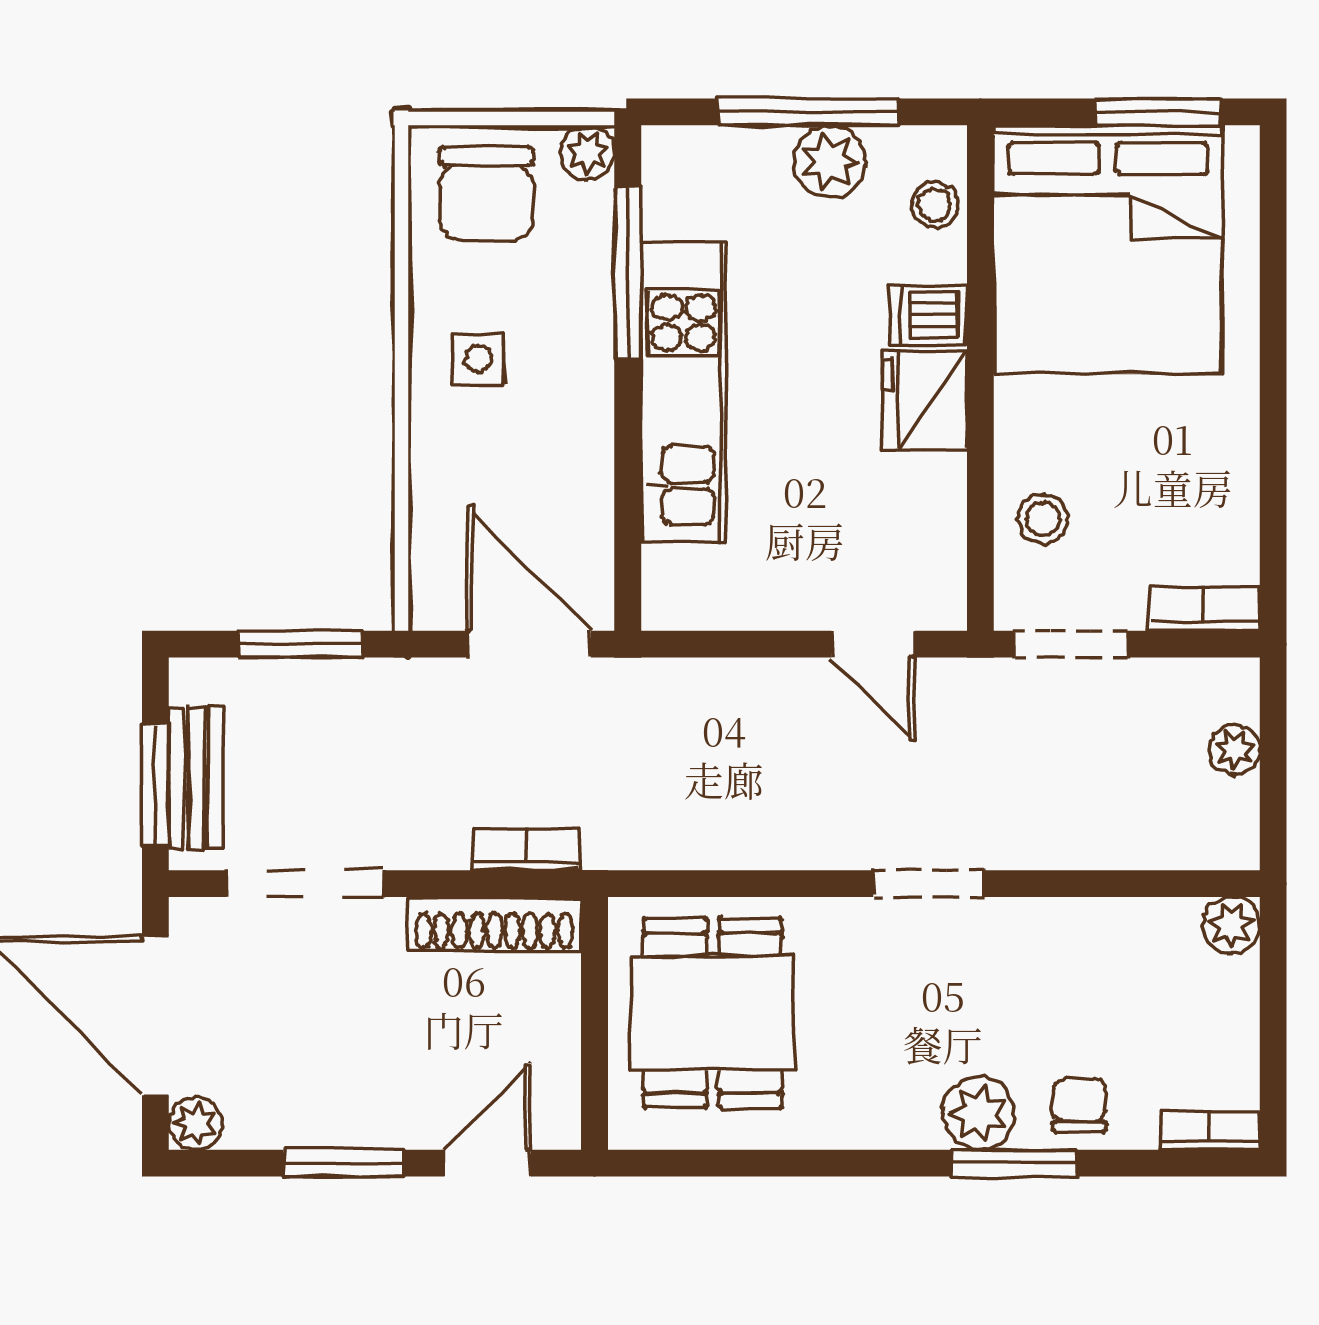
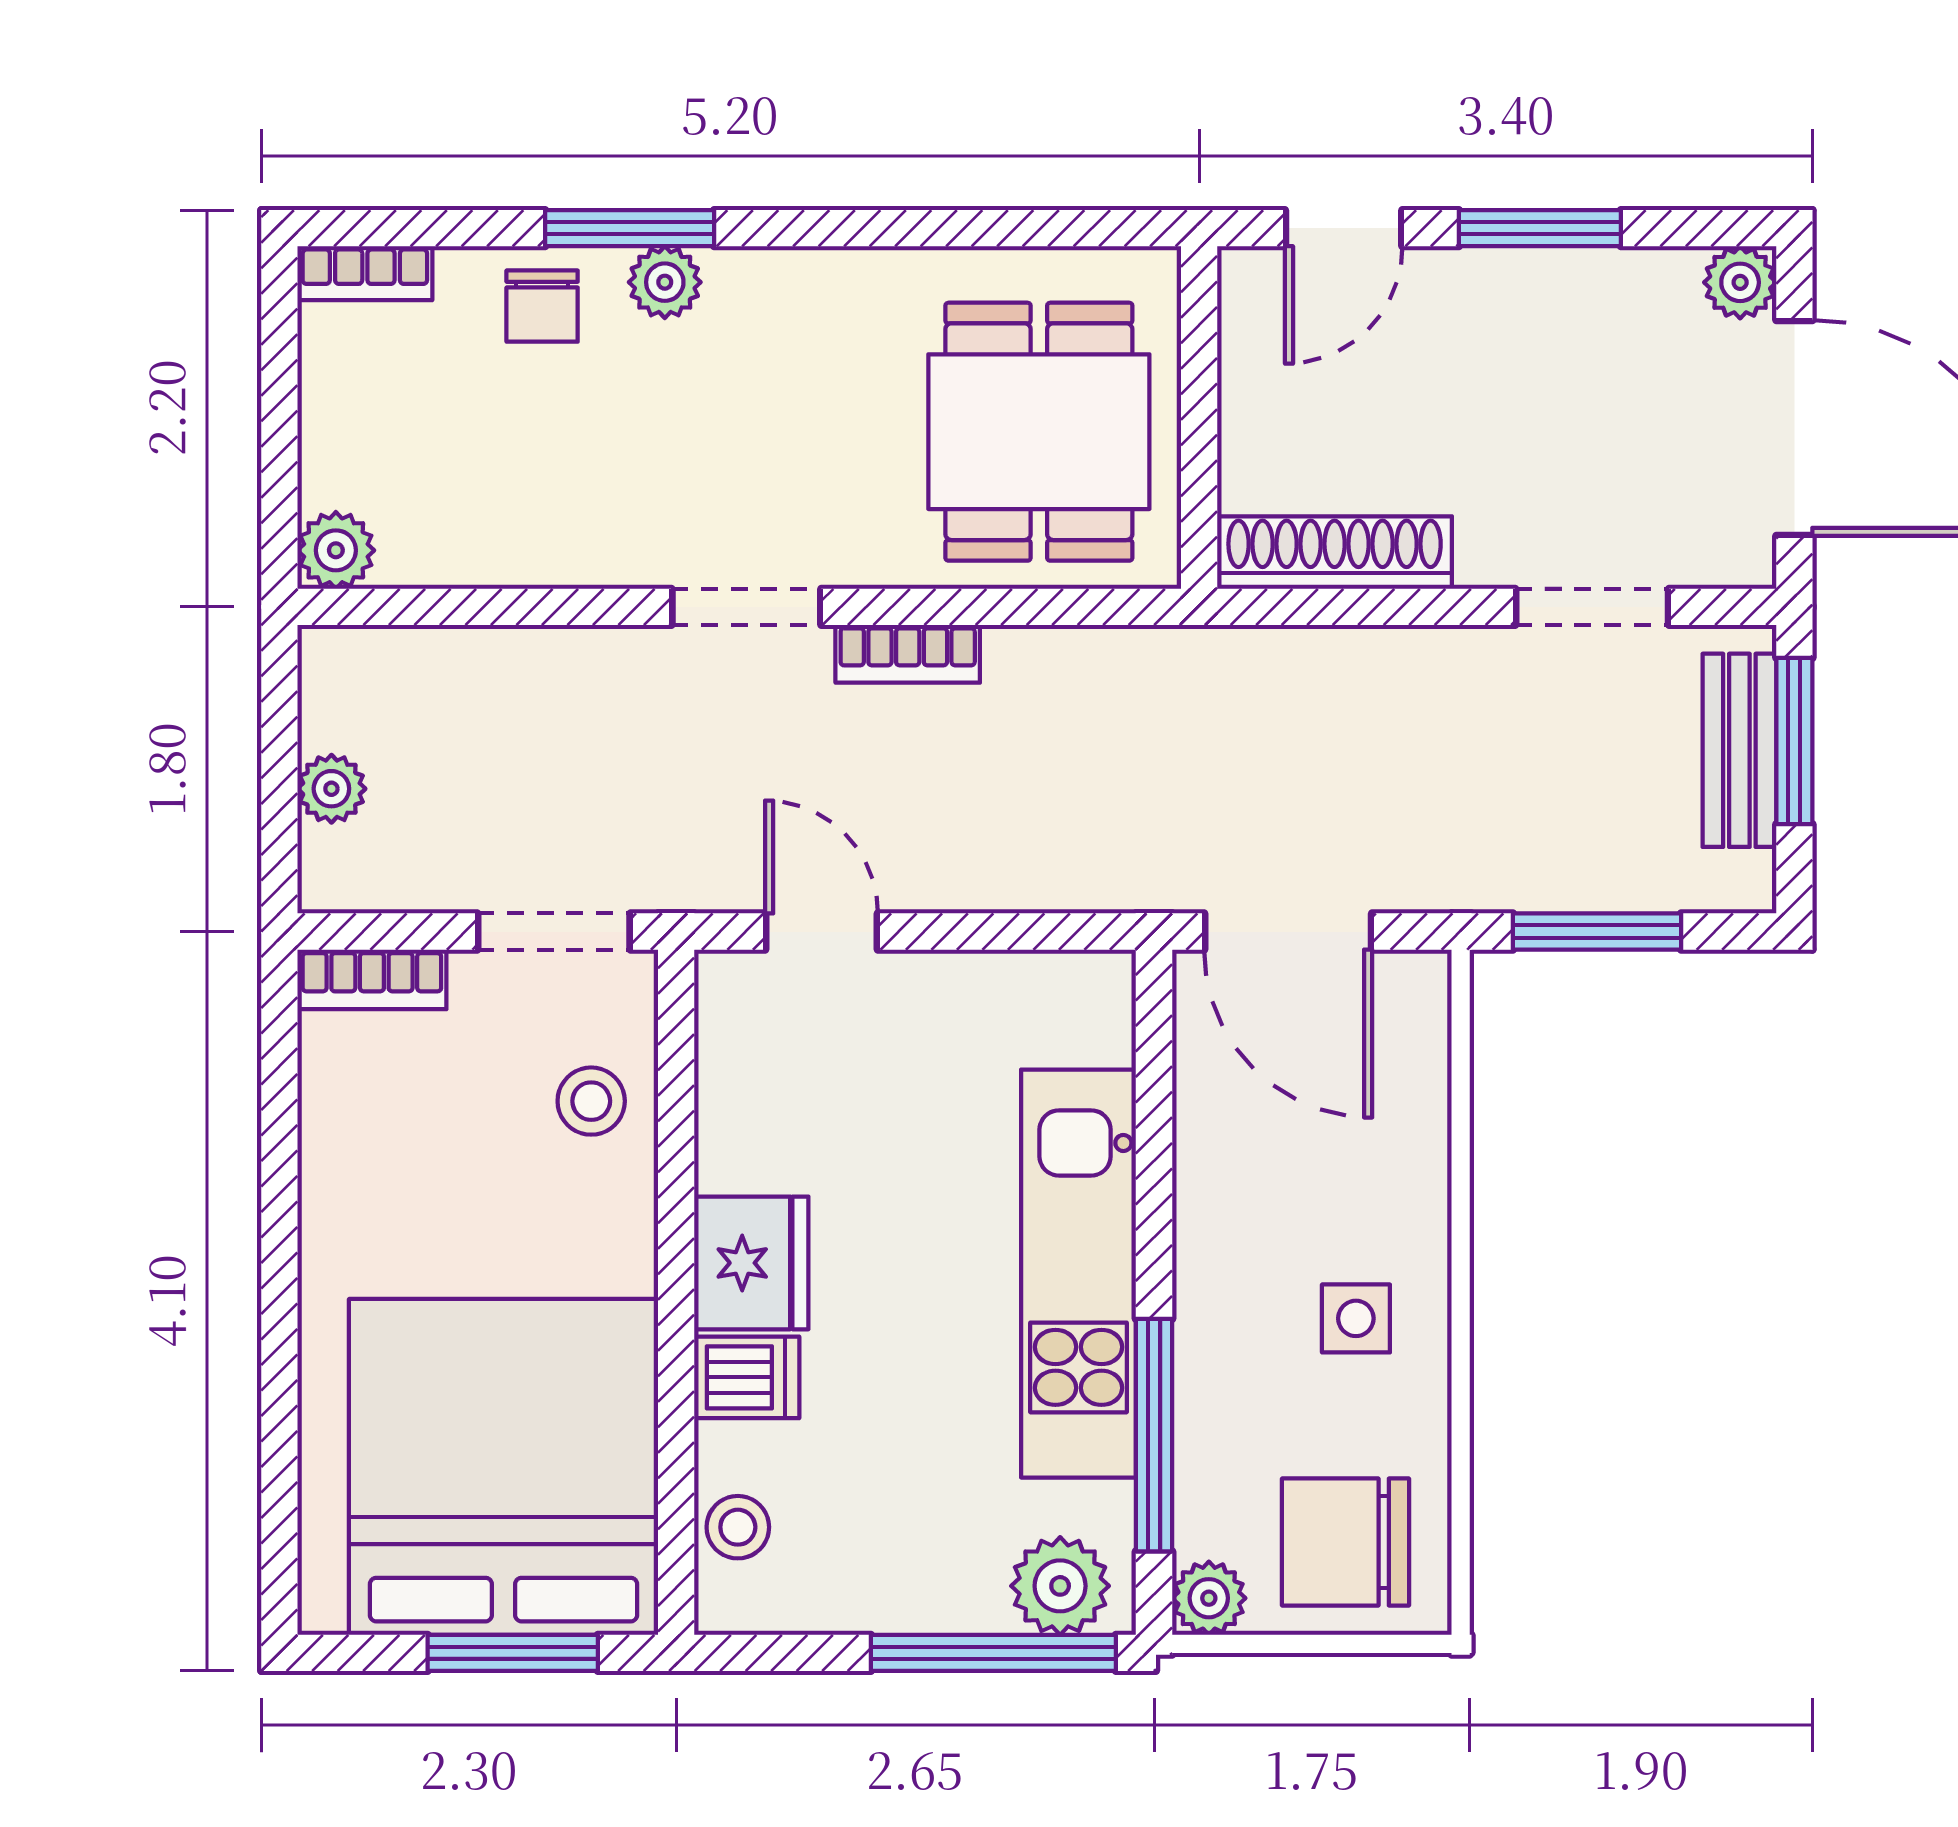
window: (808, 112) -> (993, 1653), moved
window: (1158, 112) -> (513, 1653), moved
plant: (830, 161) -> (1060, 1586), moved
chair: (487, 194) -> (1346, 1542), turned -90
bookcase: (526, 849) -> (908, 654), moved
doorway: (305, 884) -> (1592, 607), width x0.73
plant: (979, 1113) -> (665, 282), width x0.73, depth x0.73

